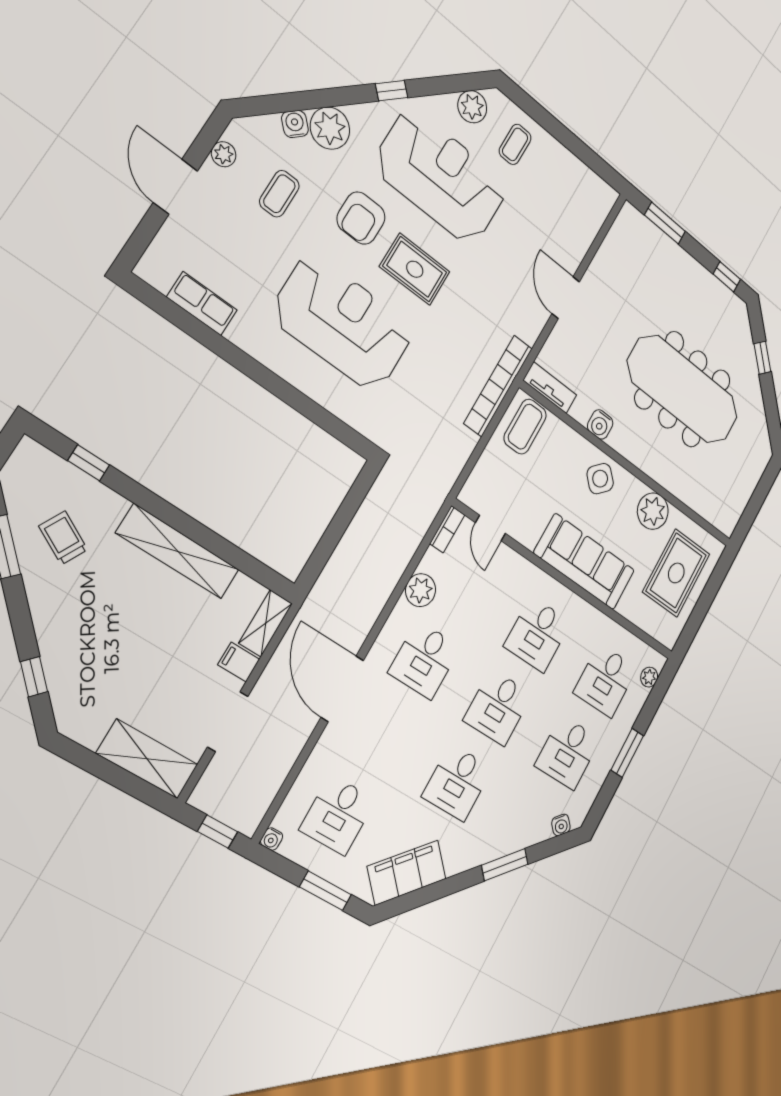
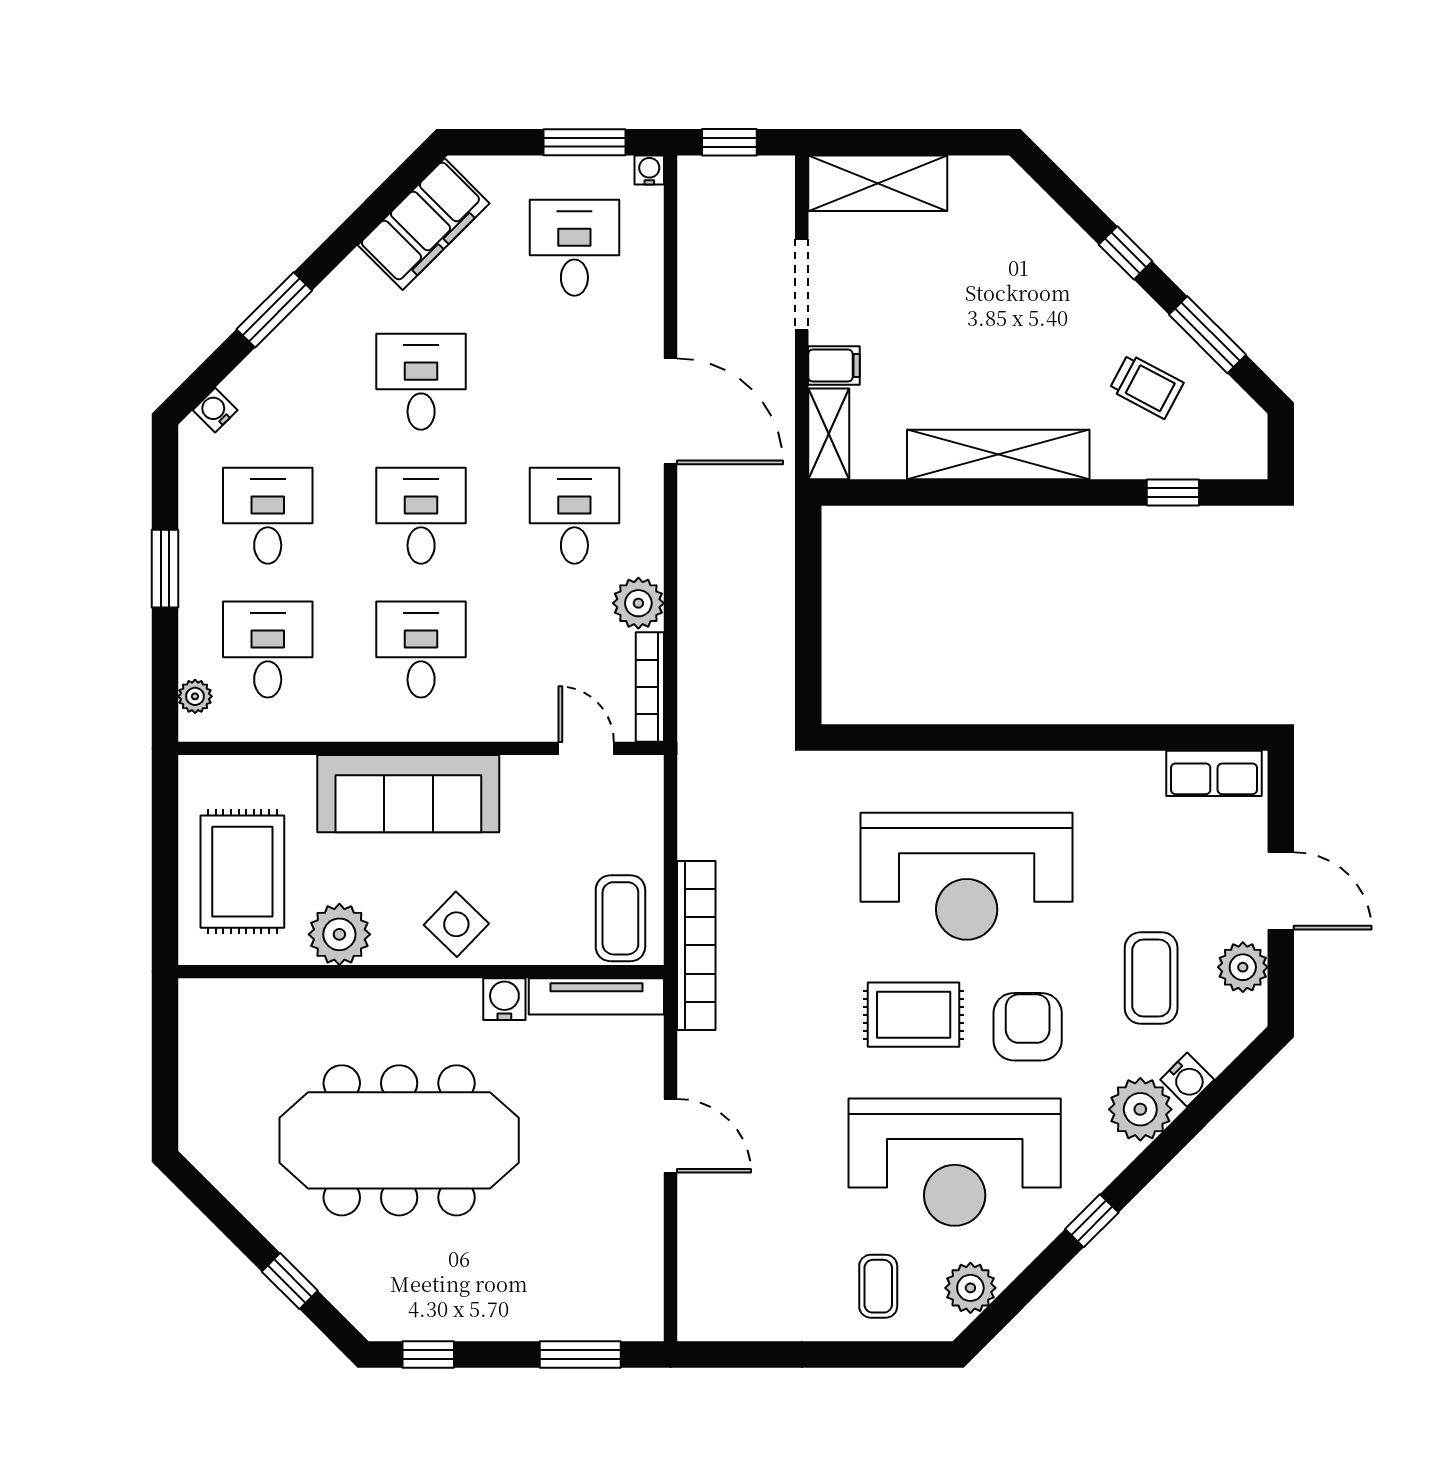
plant: (224, 154) -> (1243, 967), width x1.38, depth x1.38
coffee table: (279, 194) -> (1151, 978), width x1.36, depth x1.30
row of seats: (202, 304) -> (1214, 773), moved
tv unit: (550, 388) -> (596, 996), width x1.41
bookcase: (447, 529) -> (650, 687), width x1.56
window: (34, 677) -> (1126, 253), moved
window: (325, 891) -> (585, 142), moved

